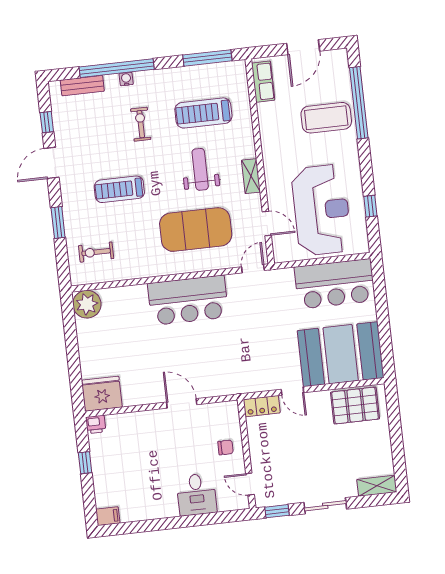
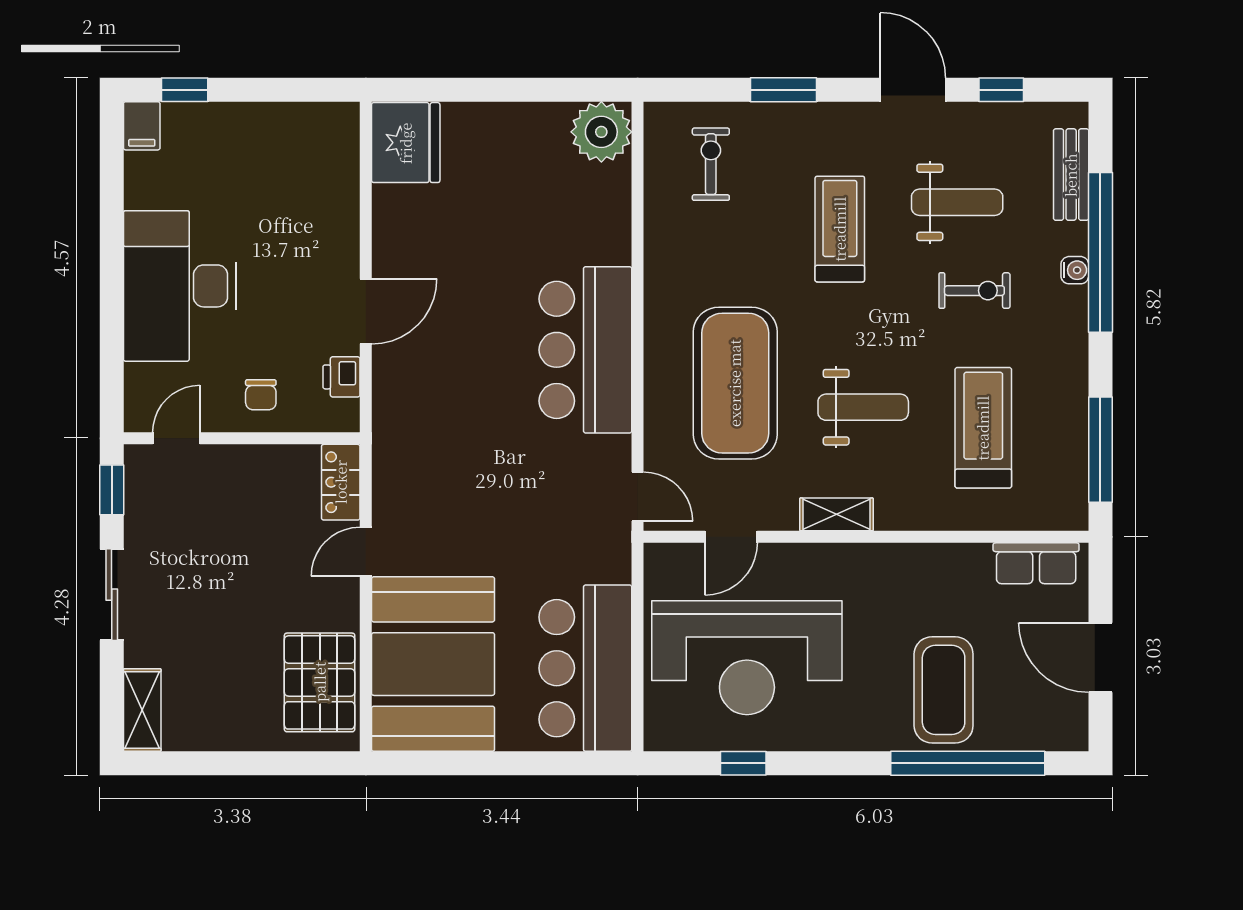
weight bench: (101, 137) -> (957, 202), added
printer: (96, 424) -> (342, 377), moved
window: (85, 463) -> (185, 90), moved
desk: (196, 494) -> (180, 286), width x1.87, depth x1.30

